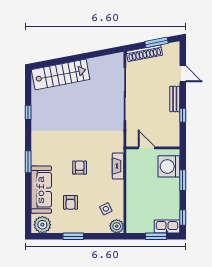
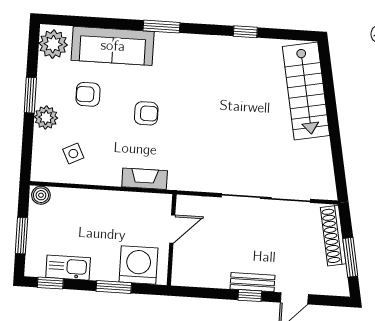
window: (183, 115) -> (250, 296), moved
plant: (117, 226) -> (46, 117), moved
boiler: (132, 226) -> (41, 195), added
kitchen sink: (167, 226) -> (68, 268), moved, turned -90

